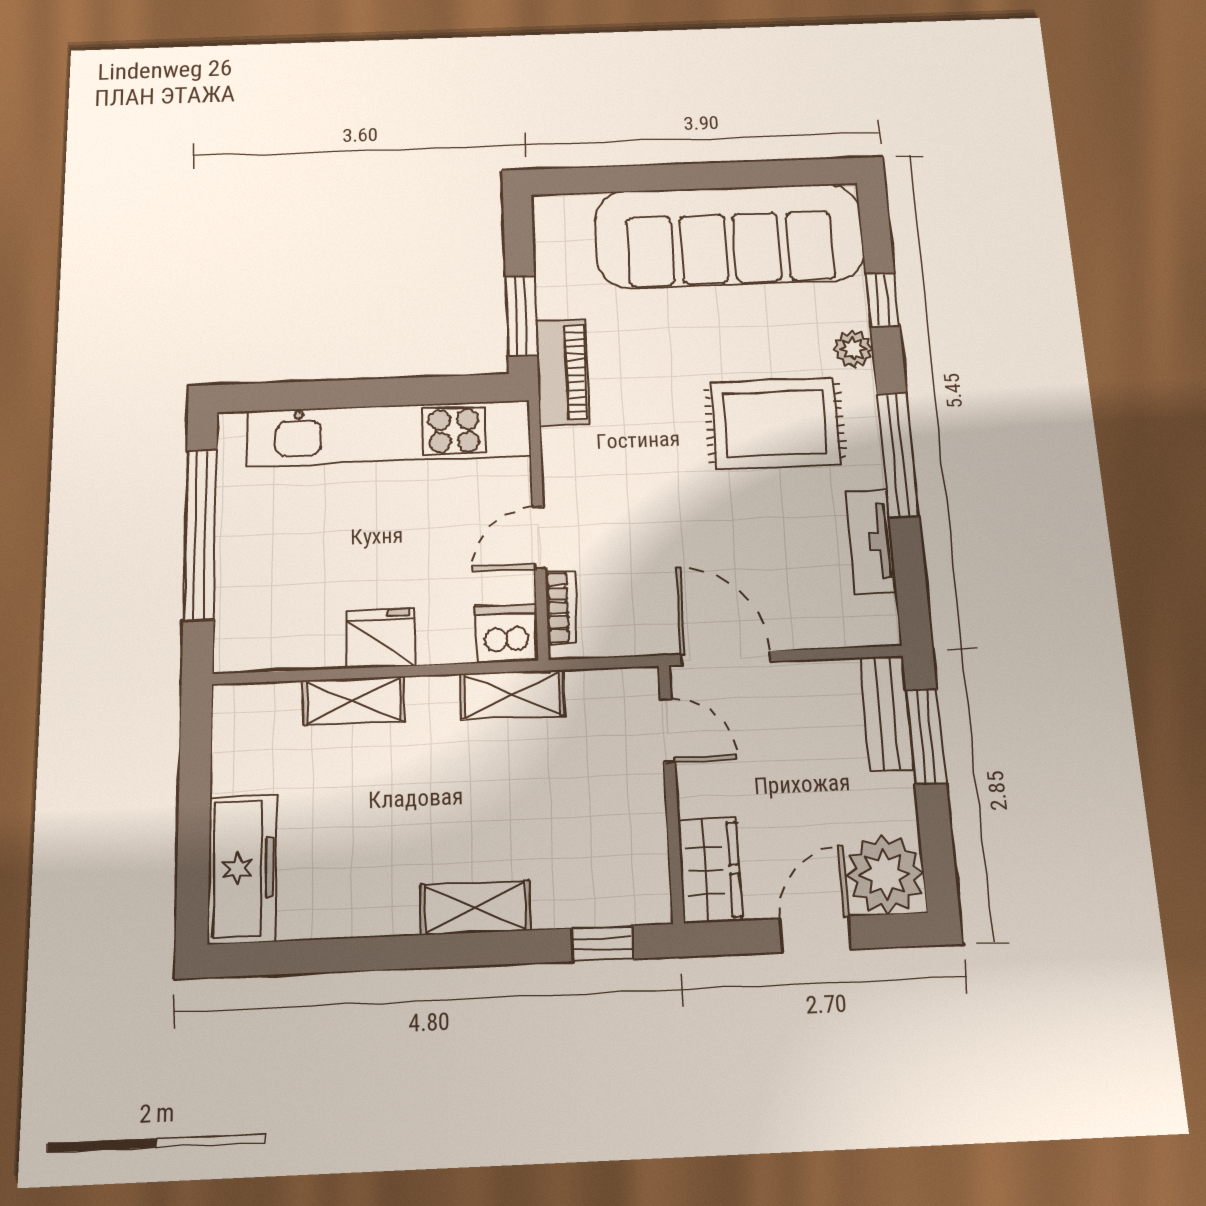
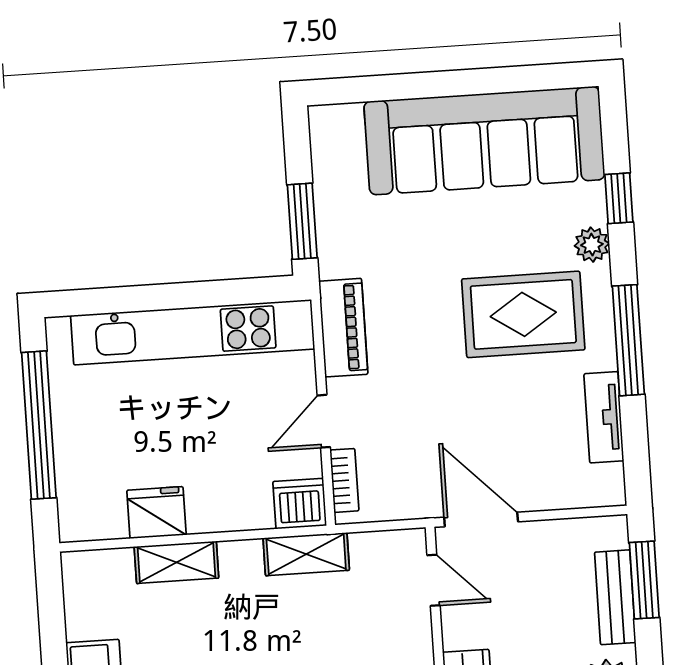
piano: (562, 372) -> (343, 328), moved
fridge: (381, 638) -> (156, 513), moved
bench: (887, 713) -> (615, 597), moved

